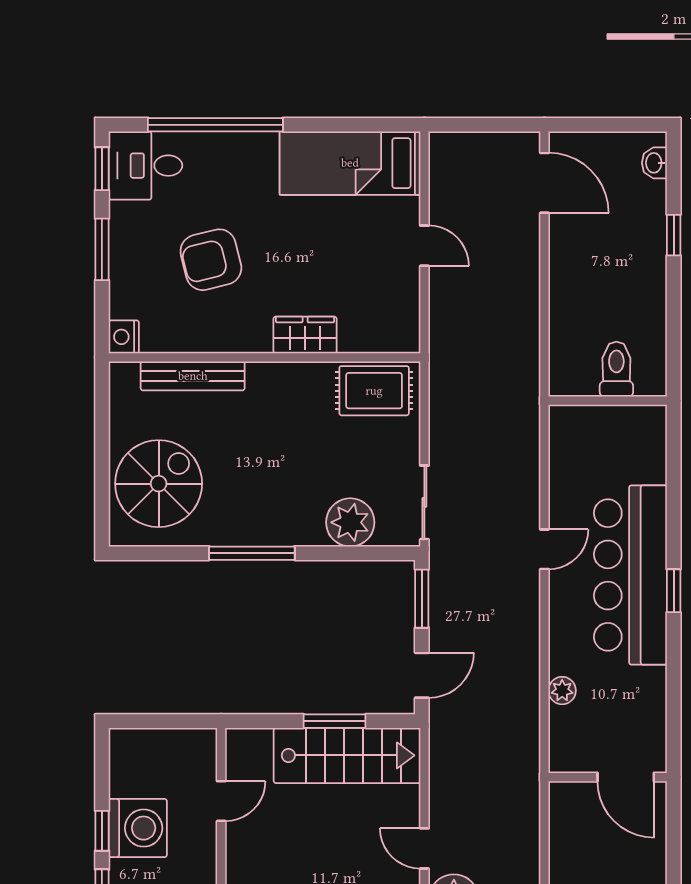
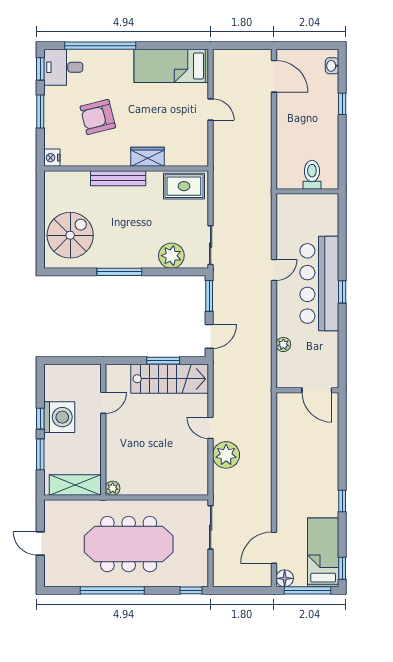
bench: (193, 376) -> (118, 178), moved

